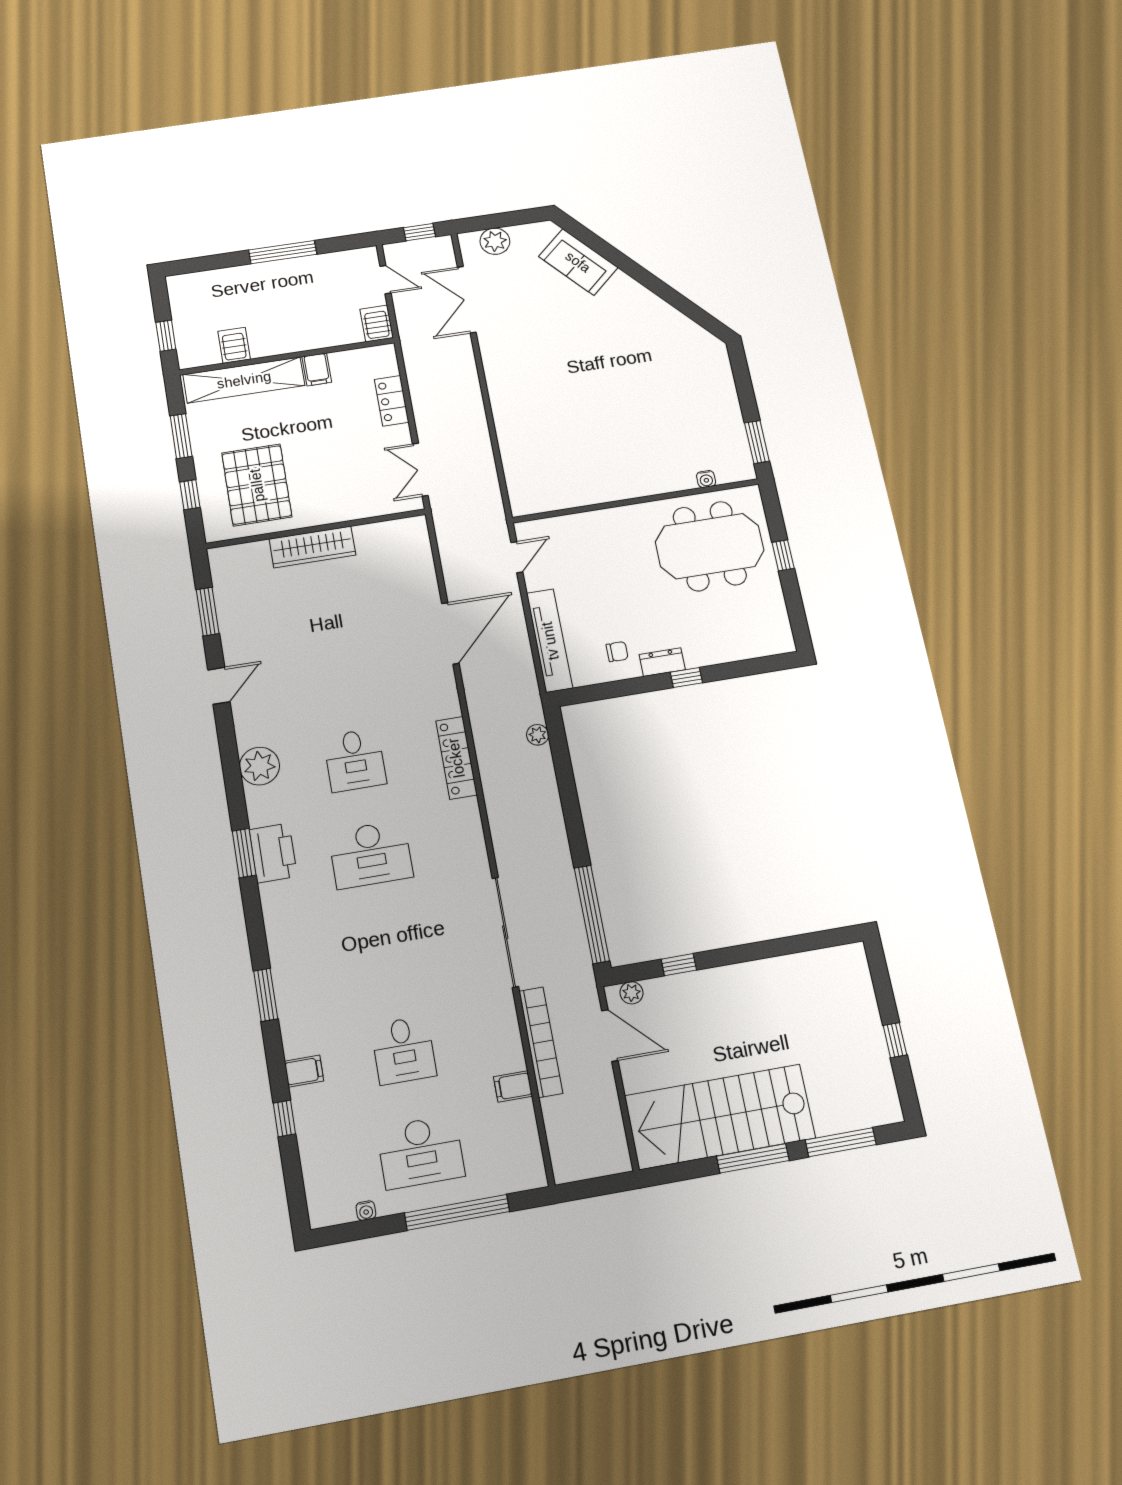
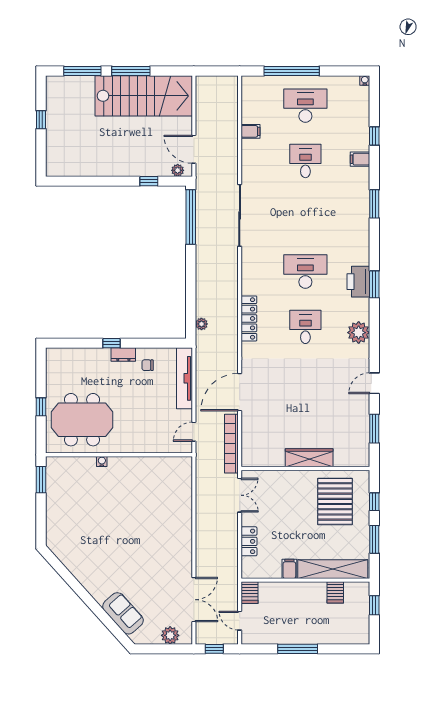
water cooler: (706, 479) -> (102, 461), moved
bookcase: (541, 1042) -> (231, 444), moved
water cooler: (366, 1211) -> (365, 80), moved

